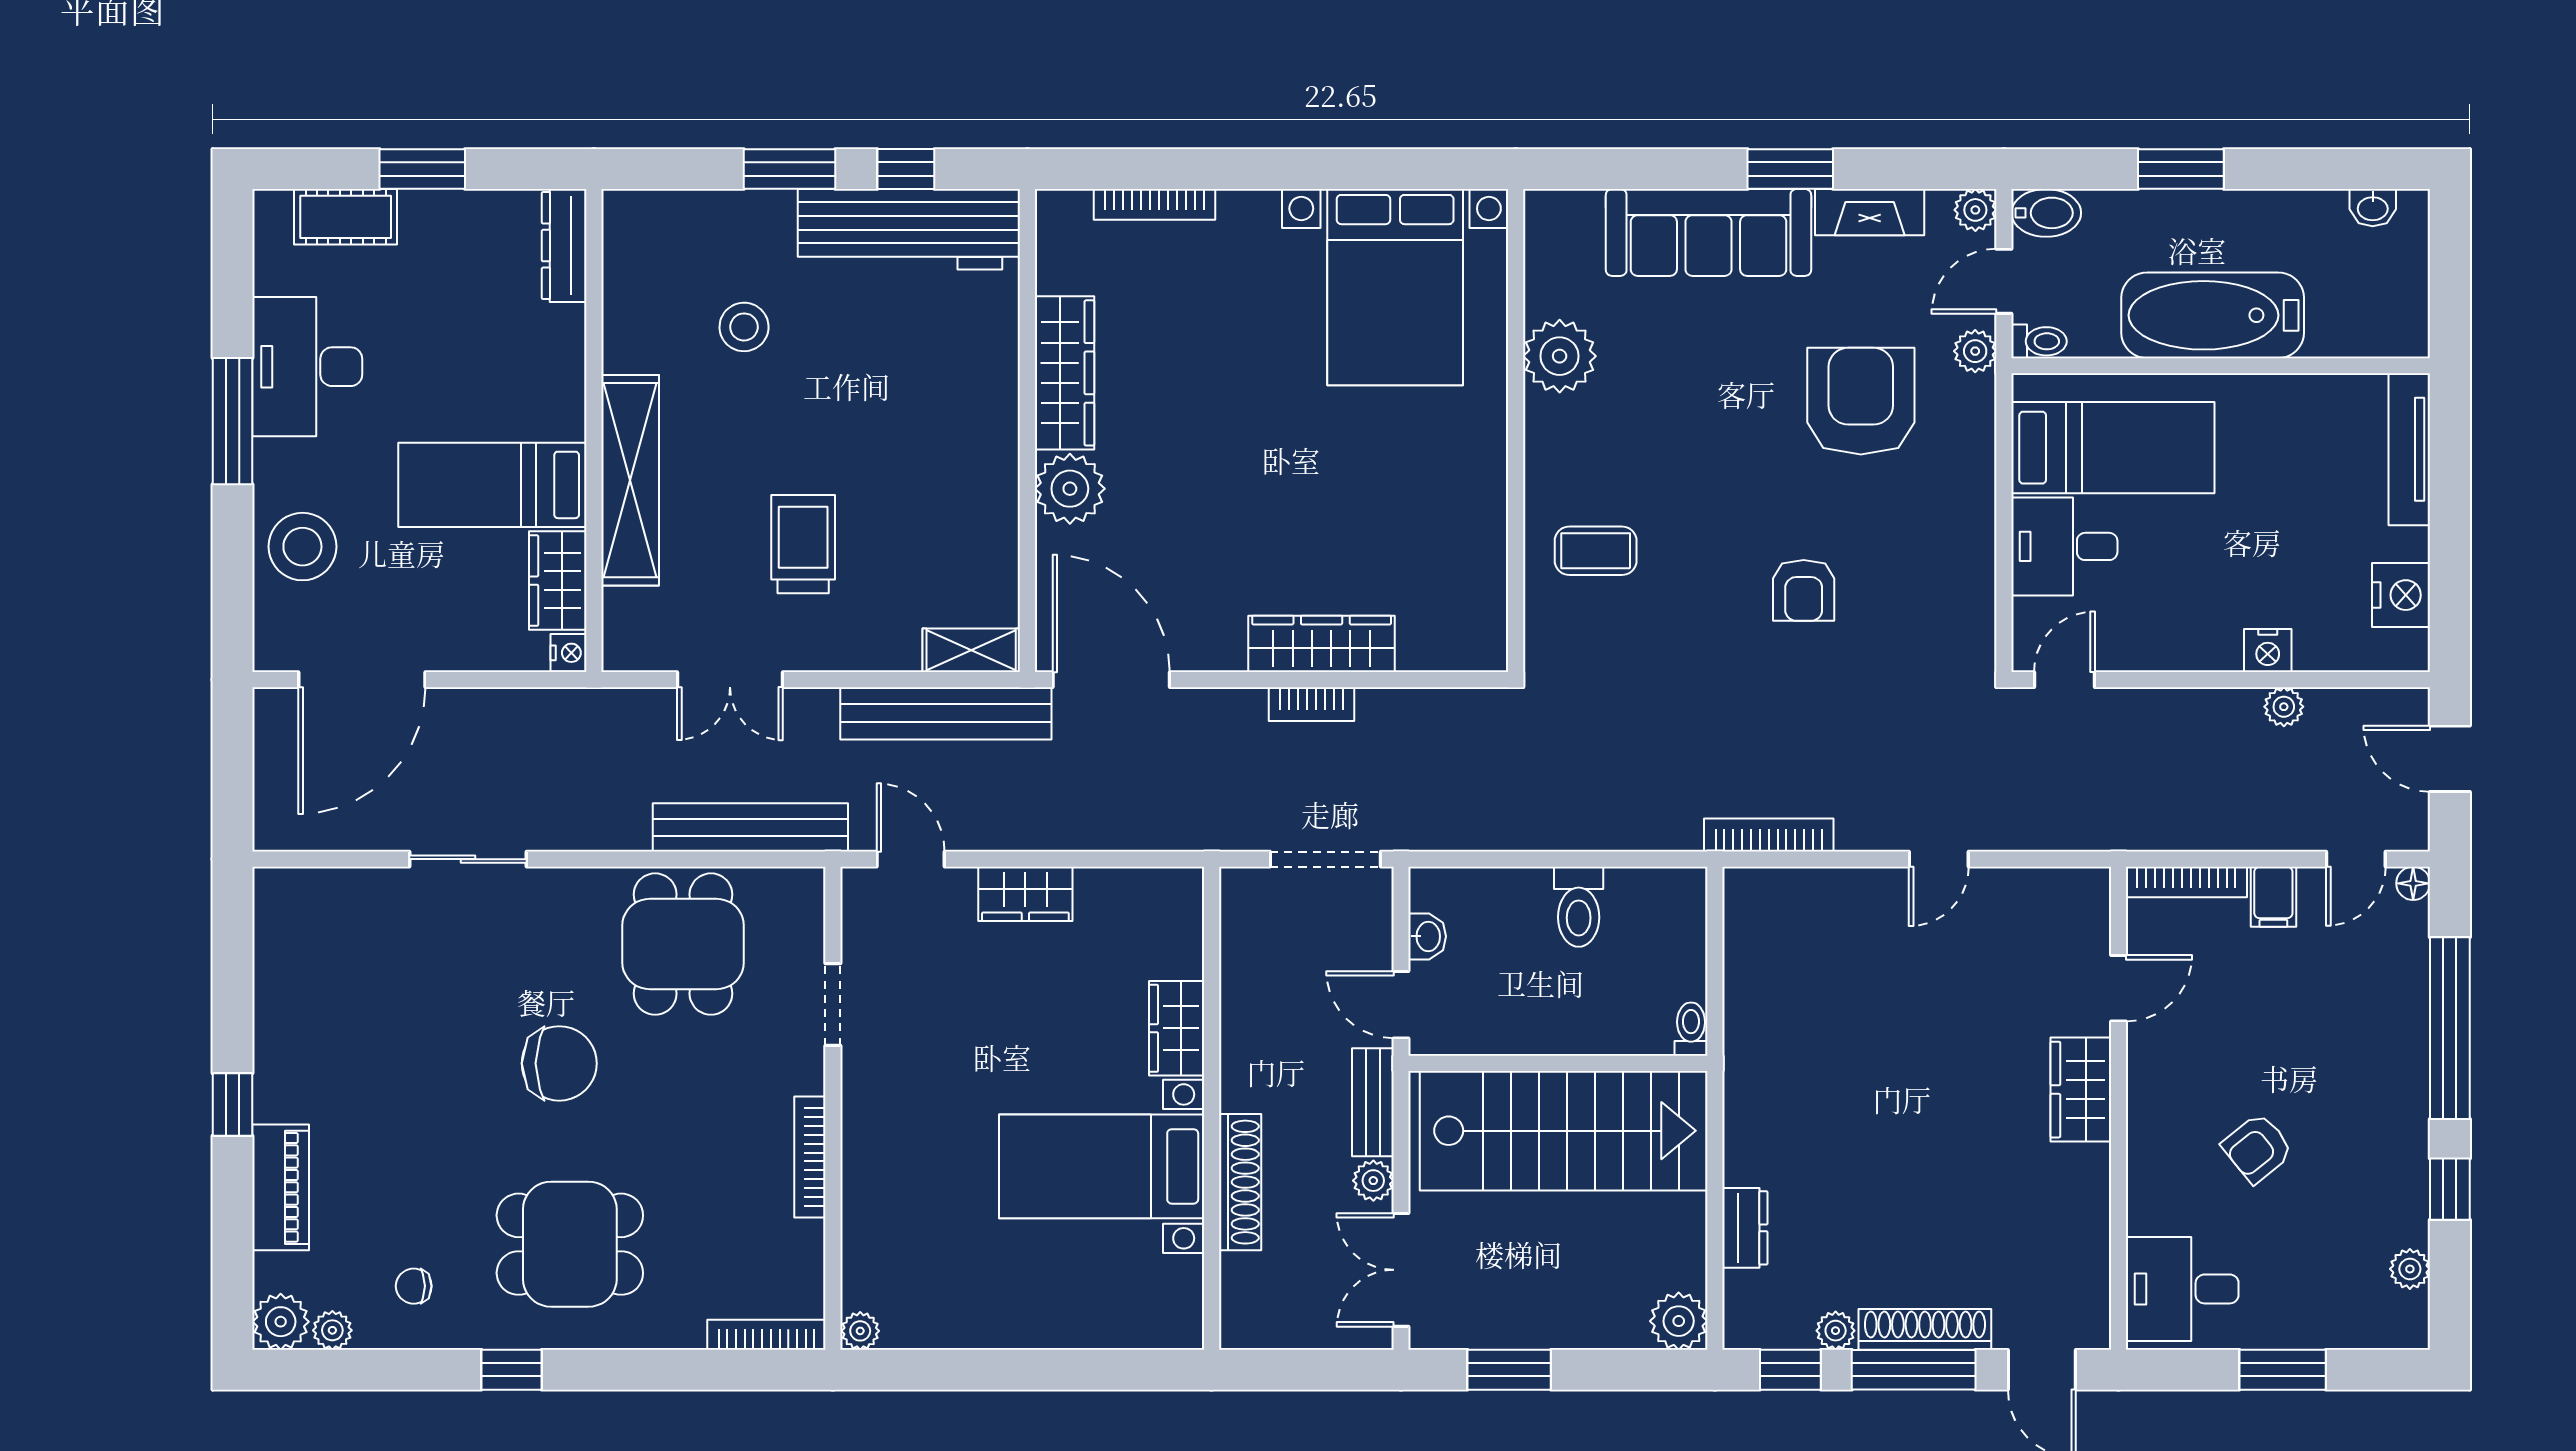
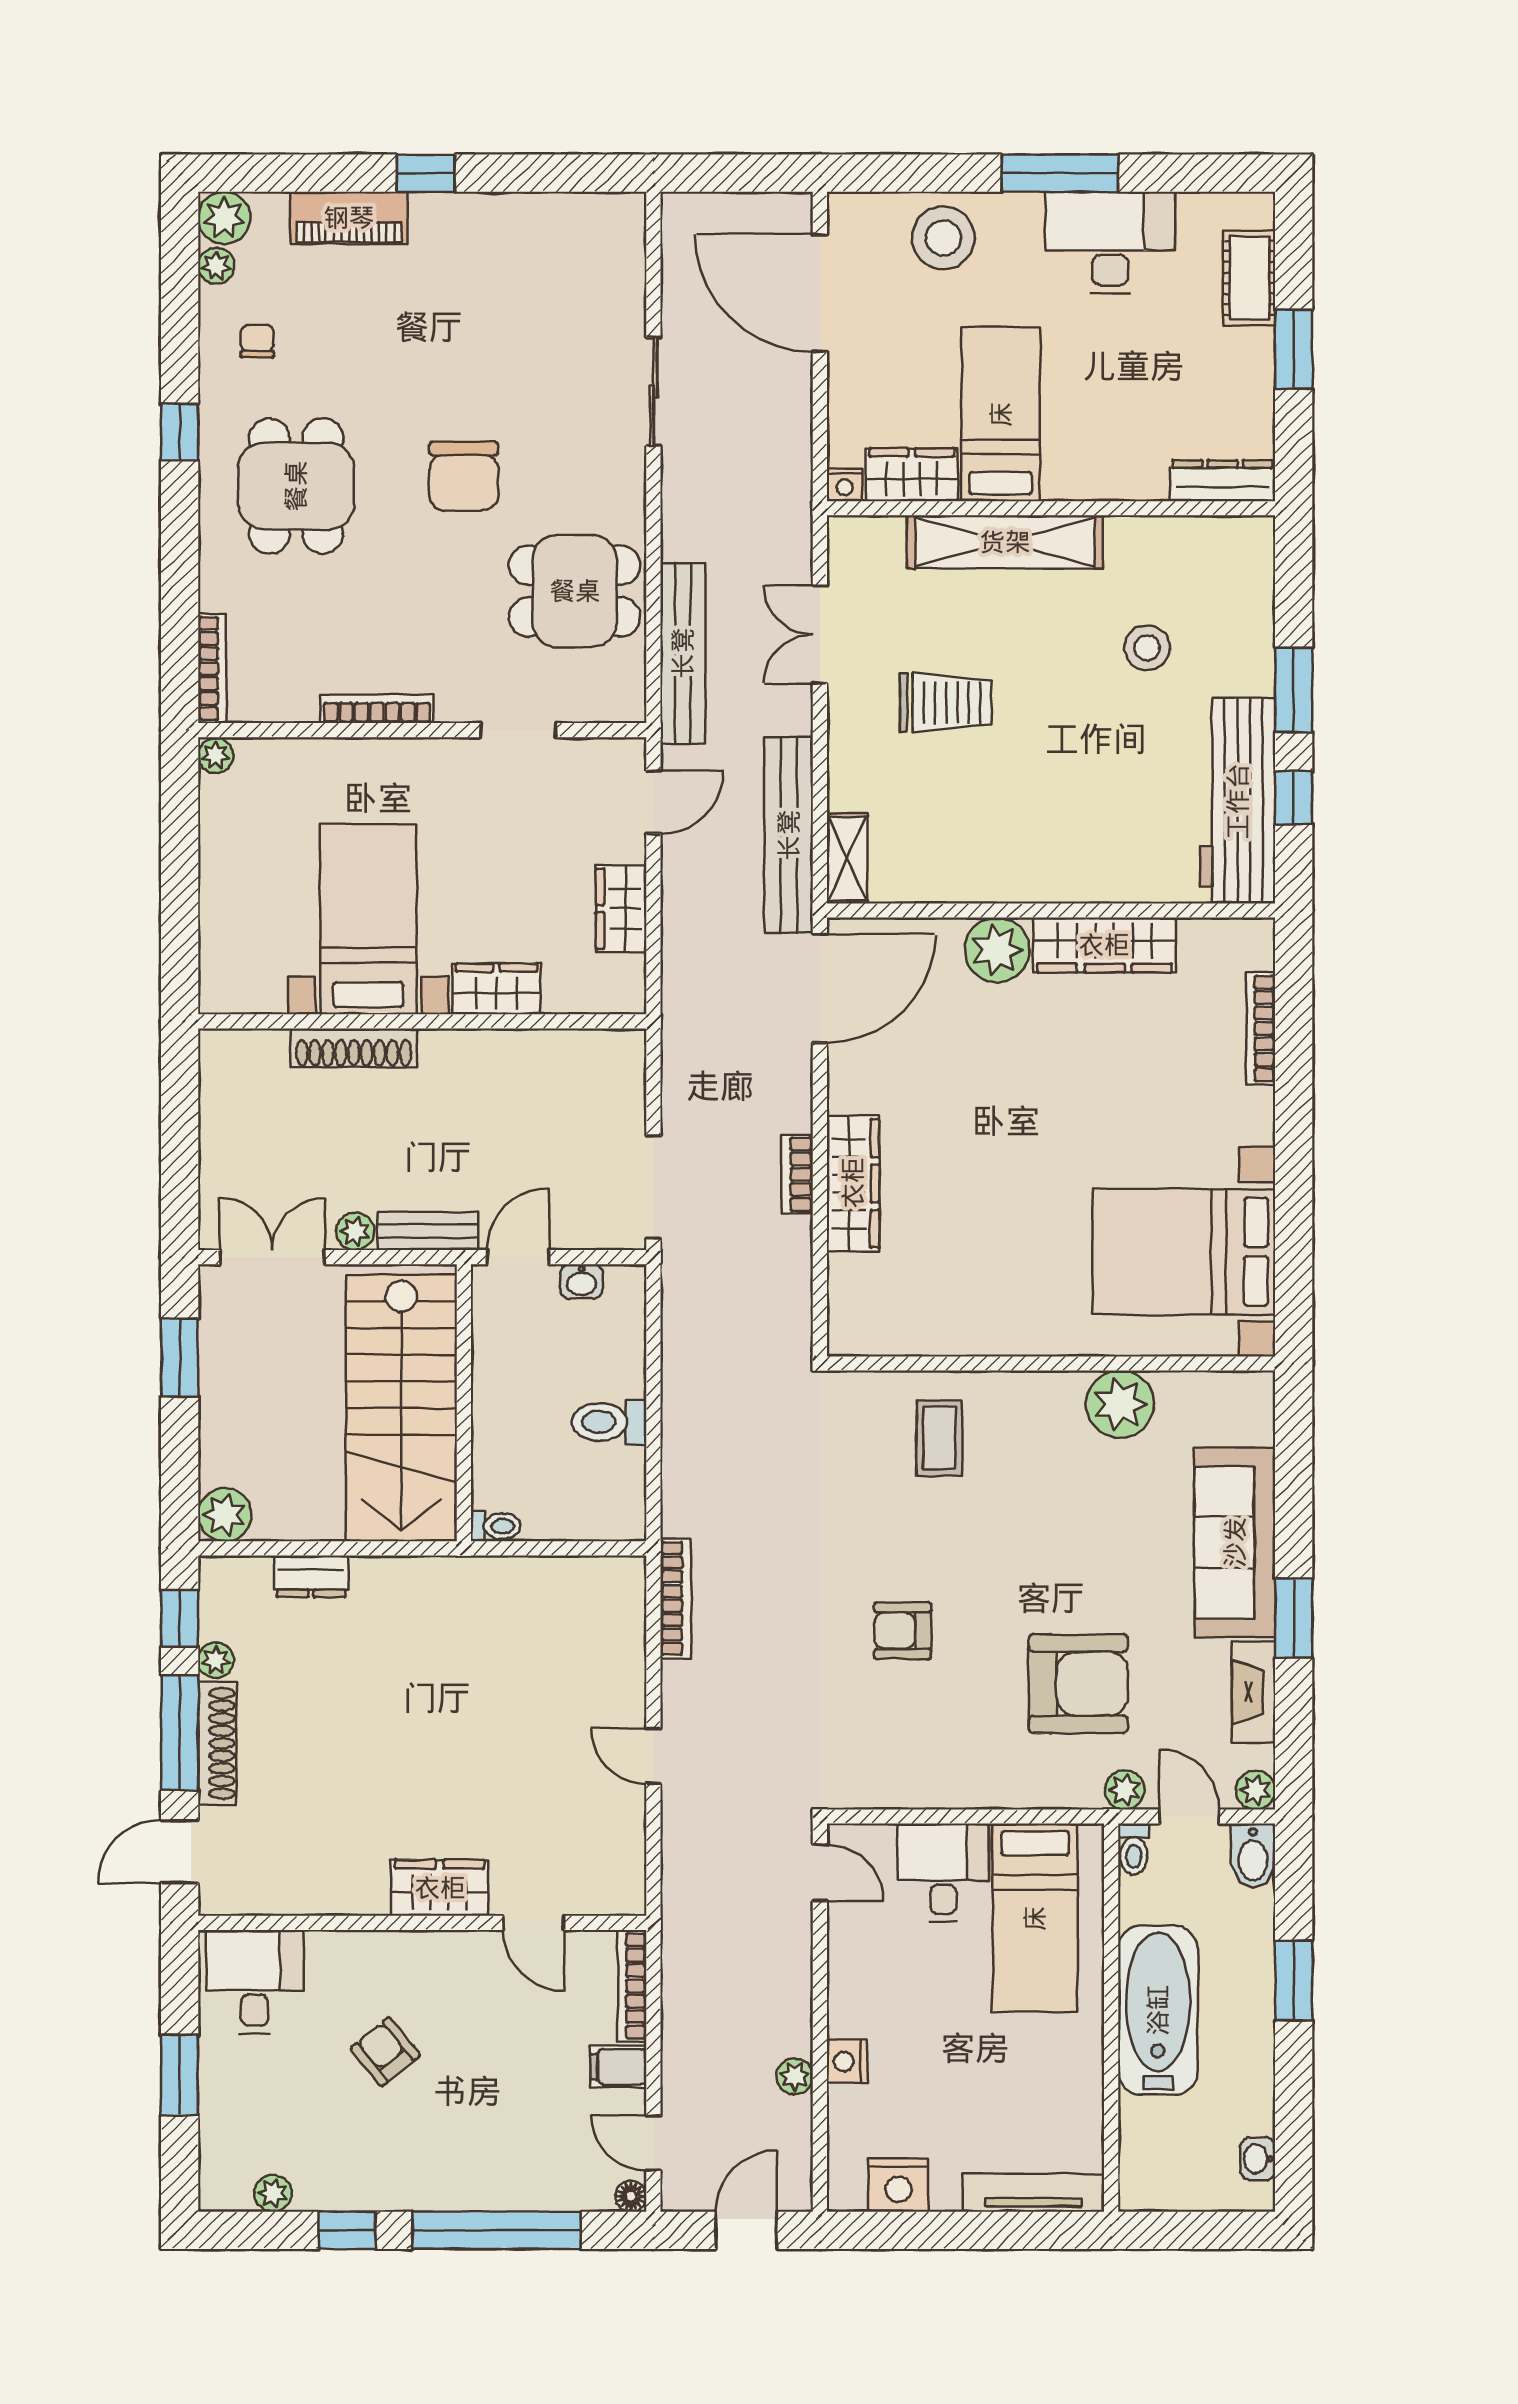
wardrobe: (1177, 1028) -> (496, 989), moved
wall: (1212, 1108) -> (422, 1021), moved
bed with nightstands: (1102, 1166) -> (368, 919), moved
shoe rack: (1240, 1182) -> (354, 1048), moved

